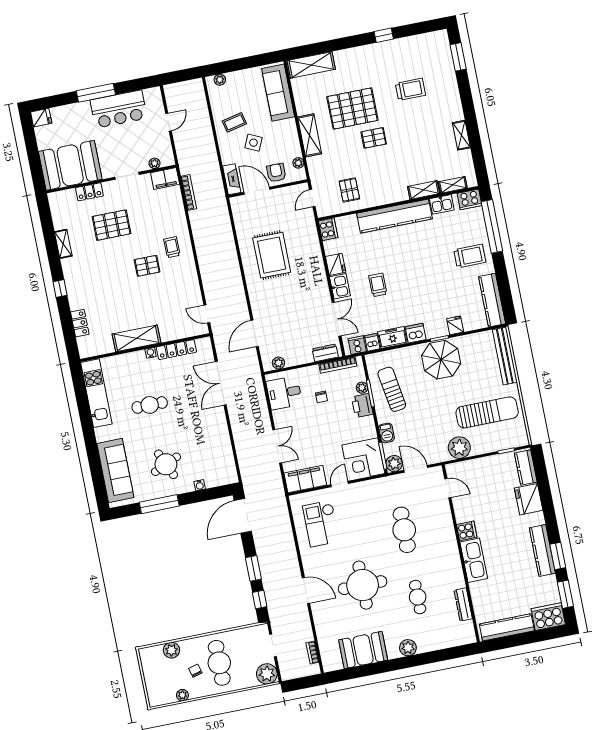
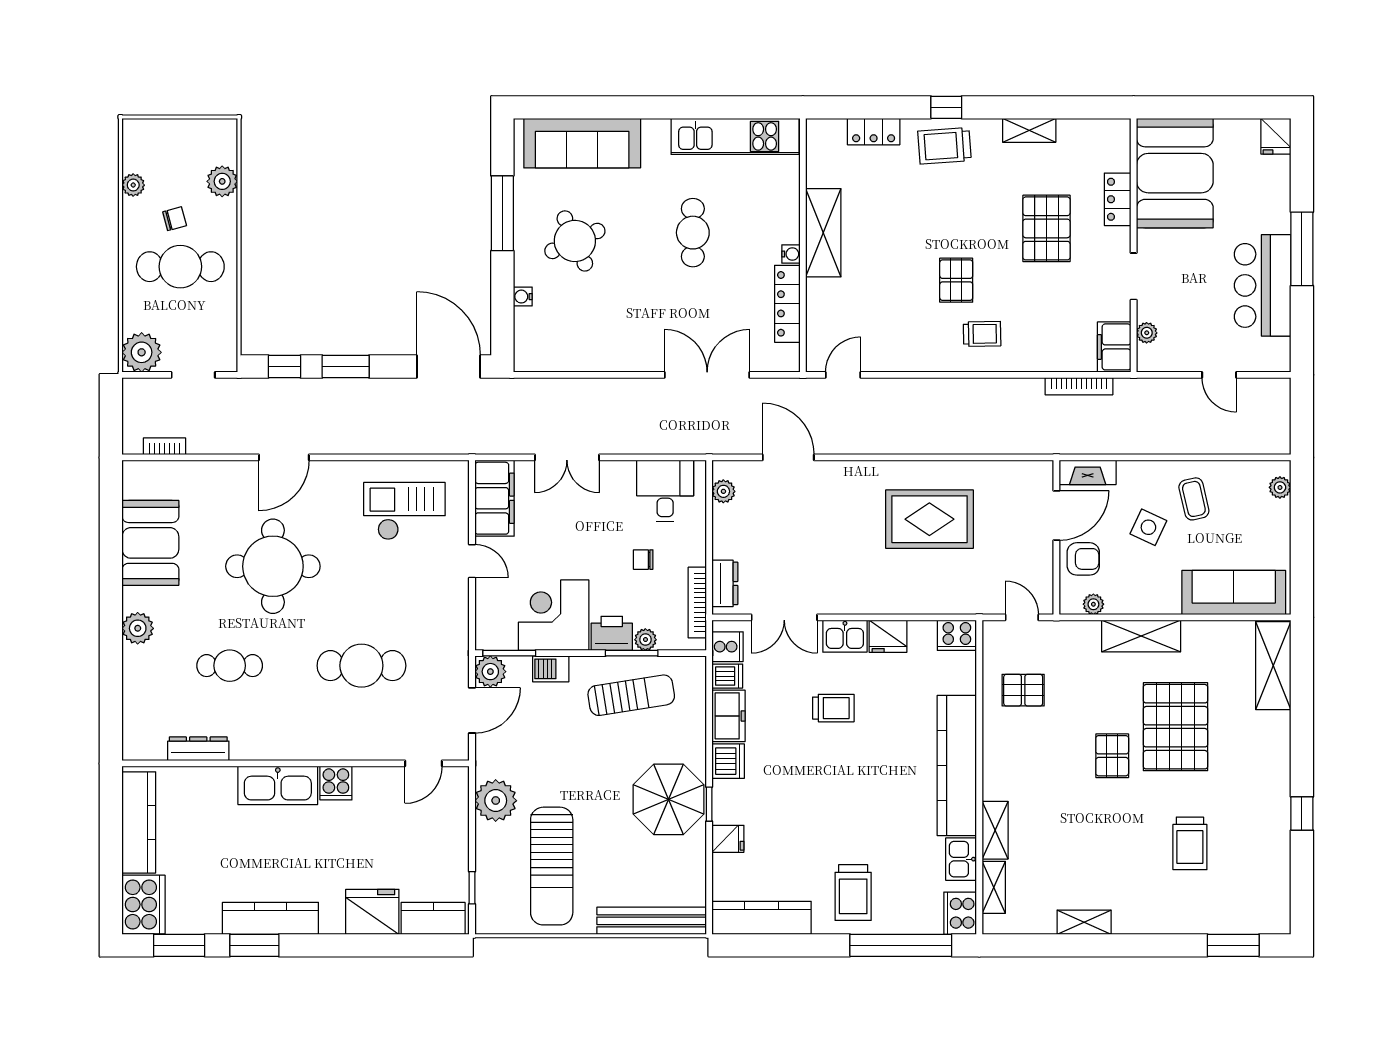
trolley: (80, 286) -> (945, 146), added
corner desk: (363, 459) -> (554, 615), moved

